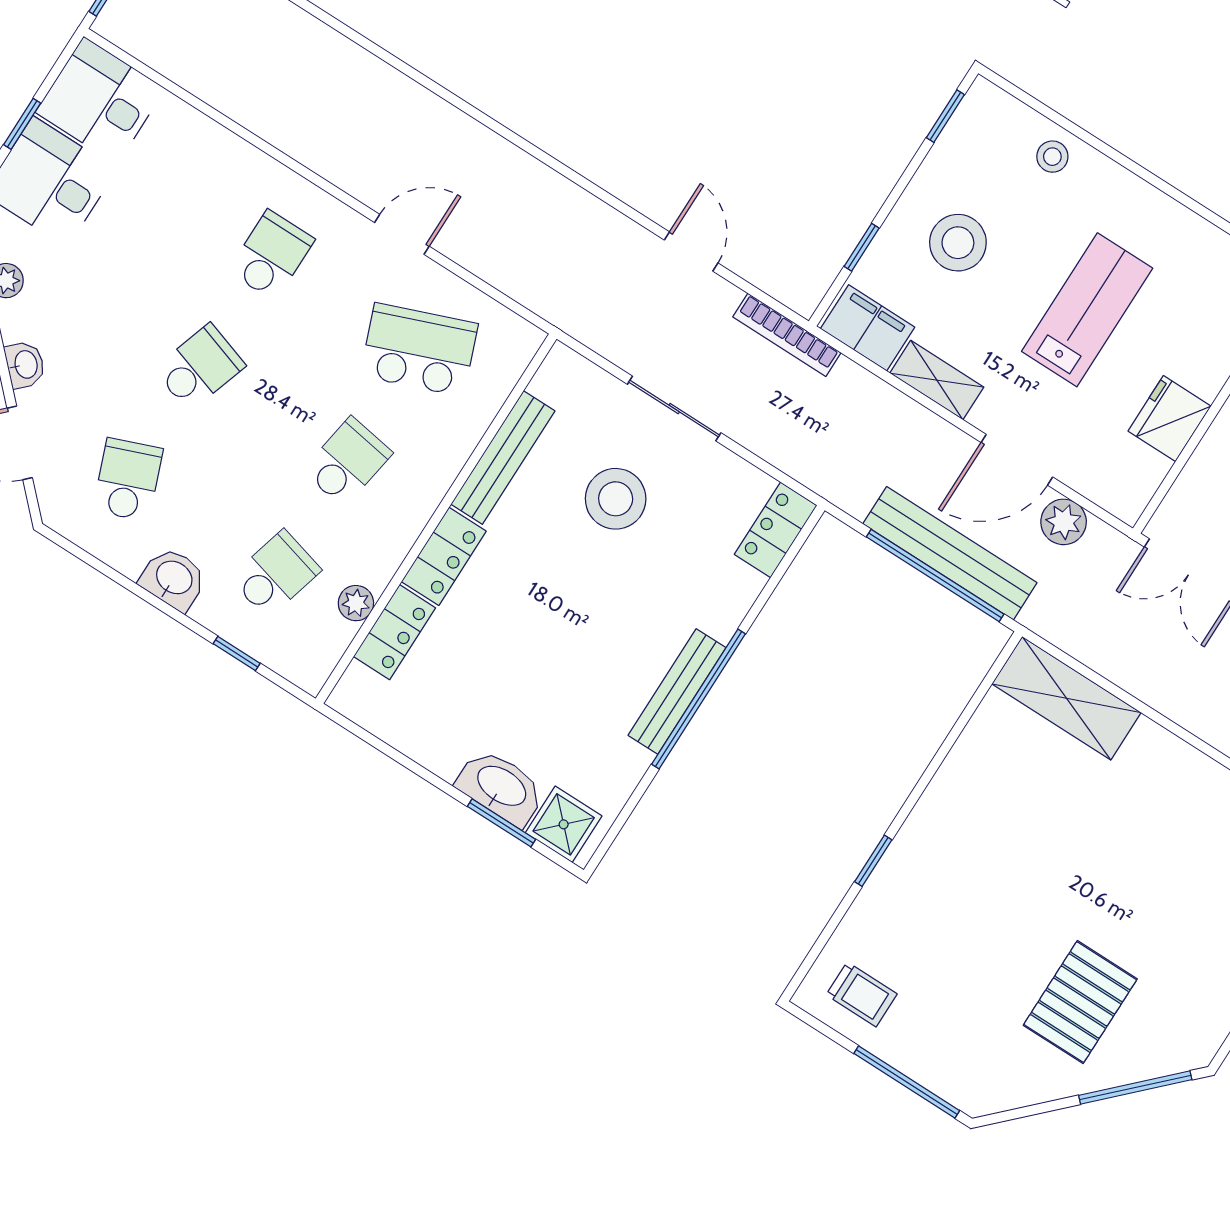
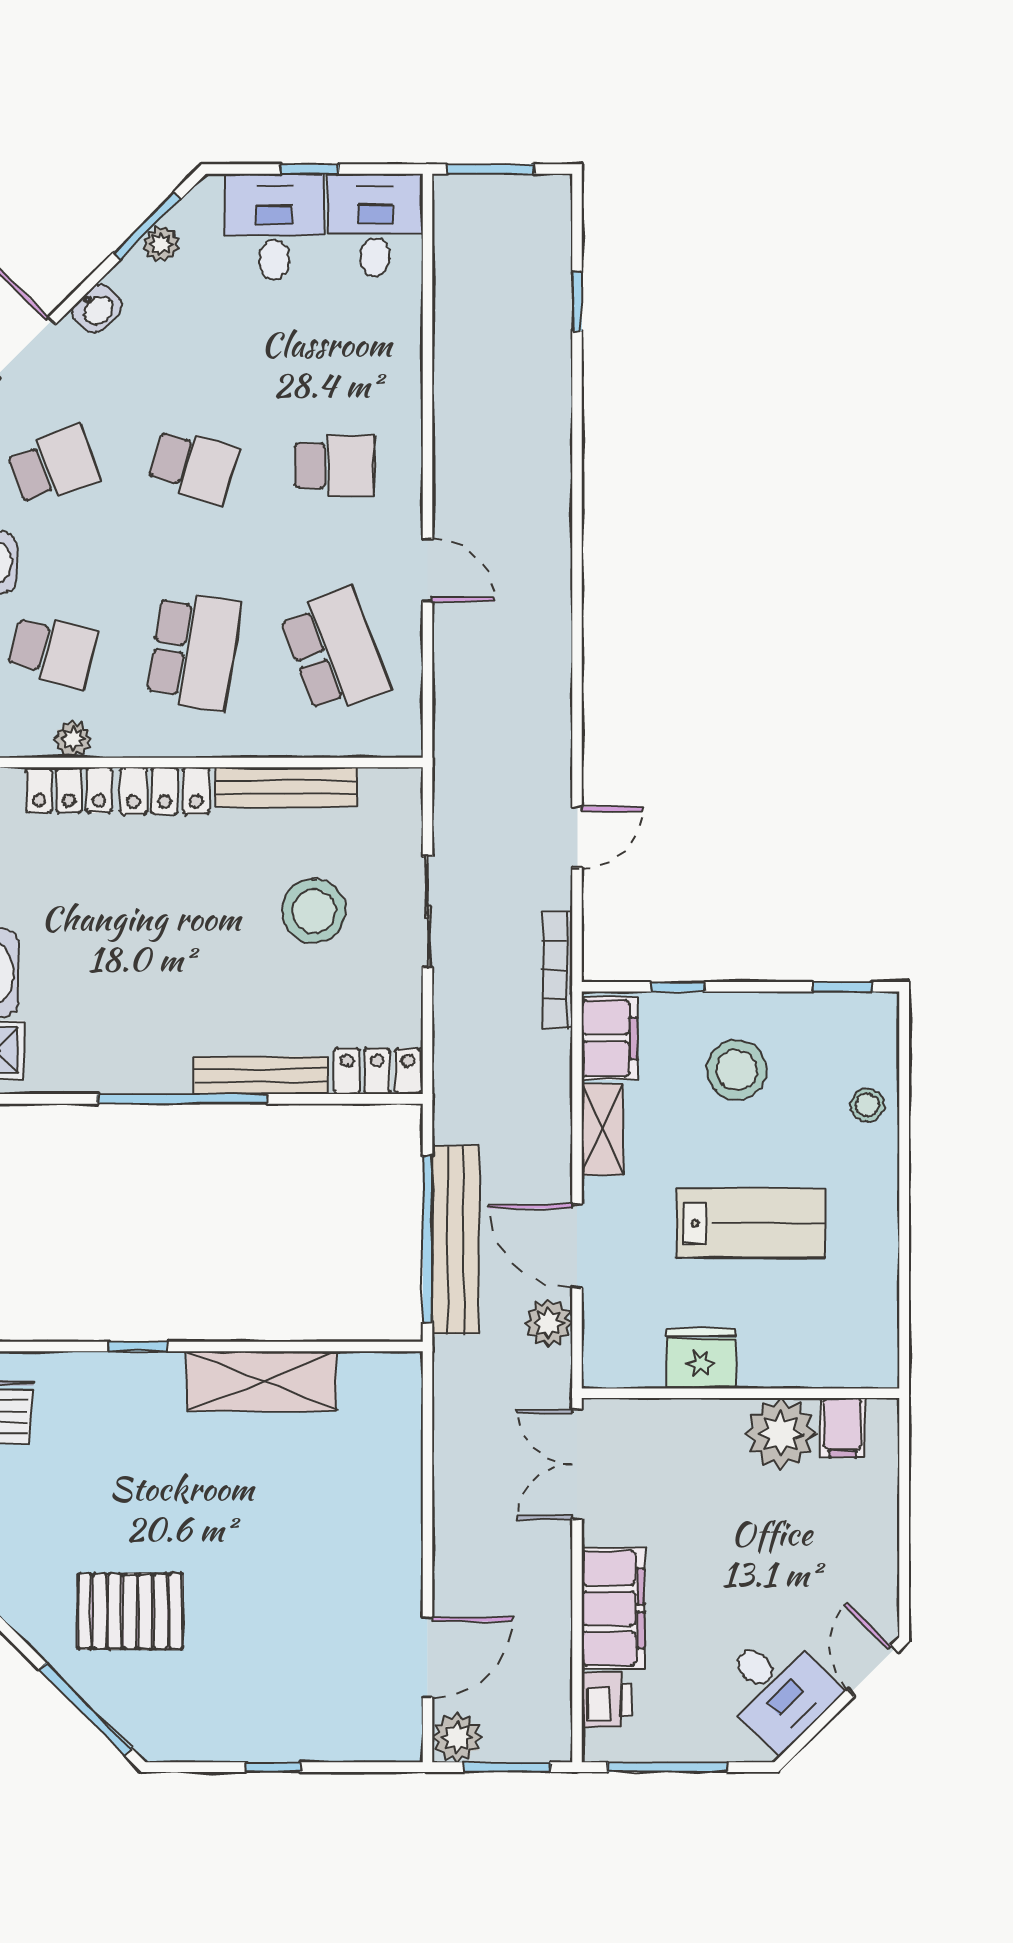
school desk: (347, 462) -> (194, 651), width x1.85
bench: (677, 692) -> (261, 1075), moved
shelving: (1066, 698) -> (262, 1381), moved, turned 90

